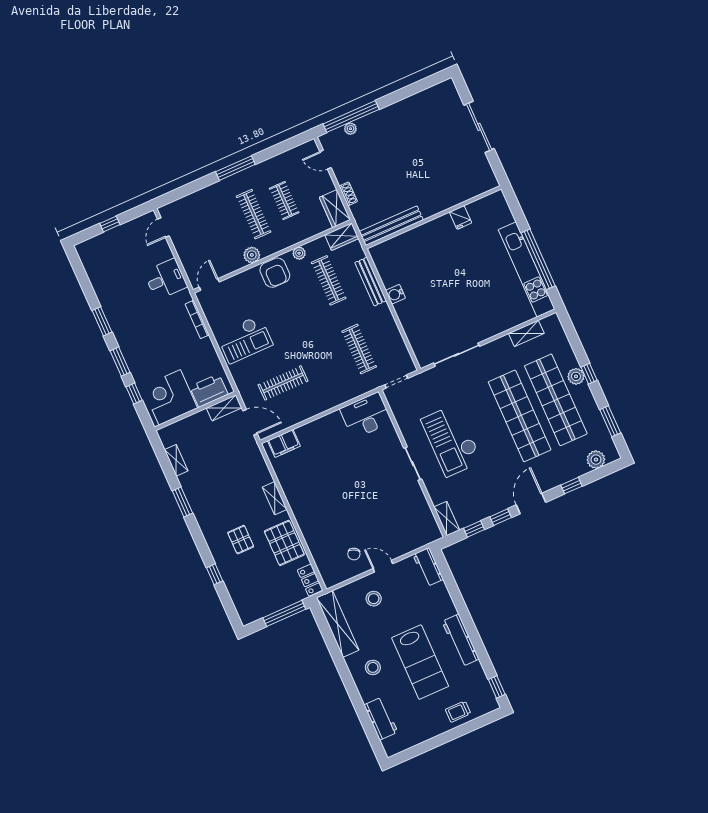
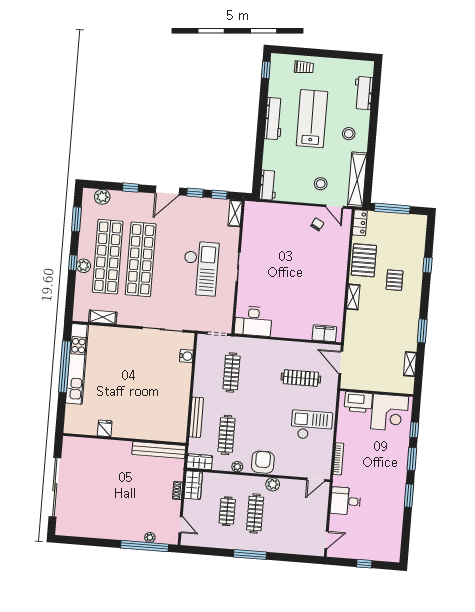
sliding door: (479, 127) -> (55, 487), width x1.36
water cooler: (395, 294) -> (186, 356), moved
shelving: (224, 408) -> (354, 383), removed
door: (383, 566) -> (334, 207), moved

